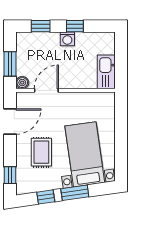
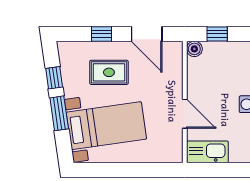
window: (10, 64) -> (217, 34), width x0.67
door: (46, 90) -> (185, 114), moved
window: (10, 175) -> (101, 34), moved

